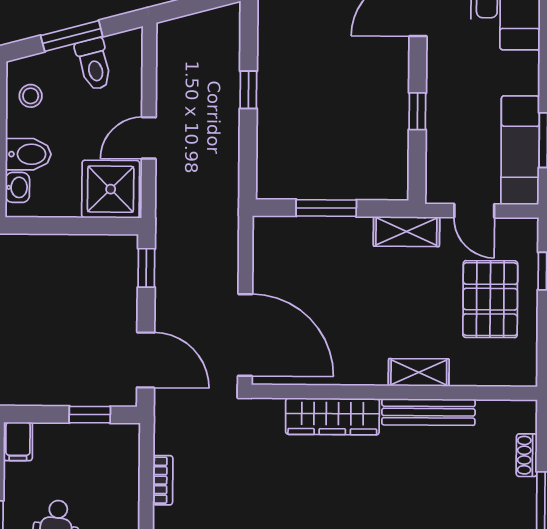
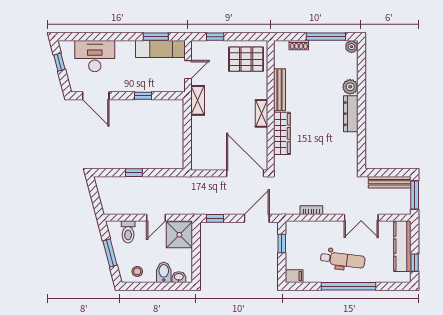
toilet: (94, 64) -> (128, 232), moved, turned 105
door: (149, 138) -> (156, 218), hinge flipped
window: (326, 208) -> (187, 137), removed
pallet: (490, 299) -> (246, 59), moved
door: (245, 335) -> (245, 173), hinge flipped
shelving: (419, 372) -> (262, 113), moved

